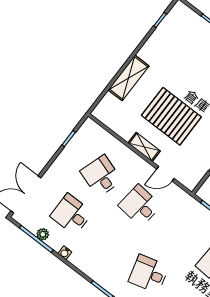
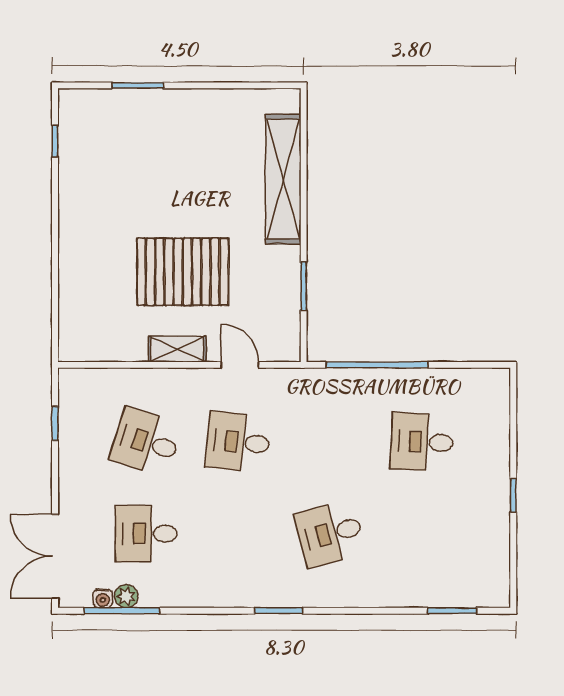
shelving: (129, 78) -> (75, 264), removed
door: (165, 174) -> (240, 365), swing flipped
water cooler: (65, 253) -> (103, 598), moved

